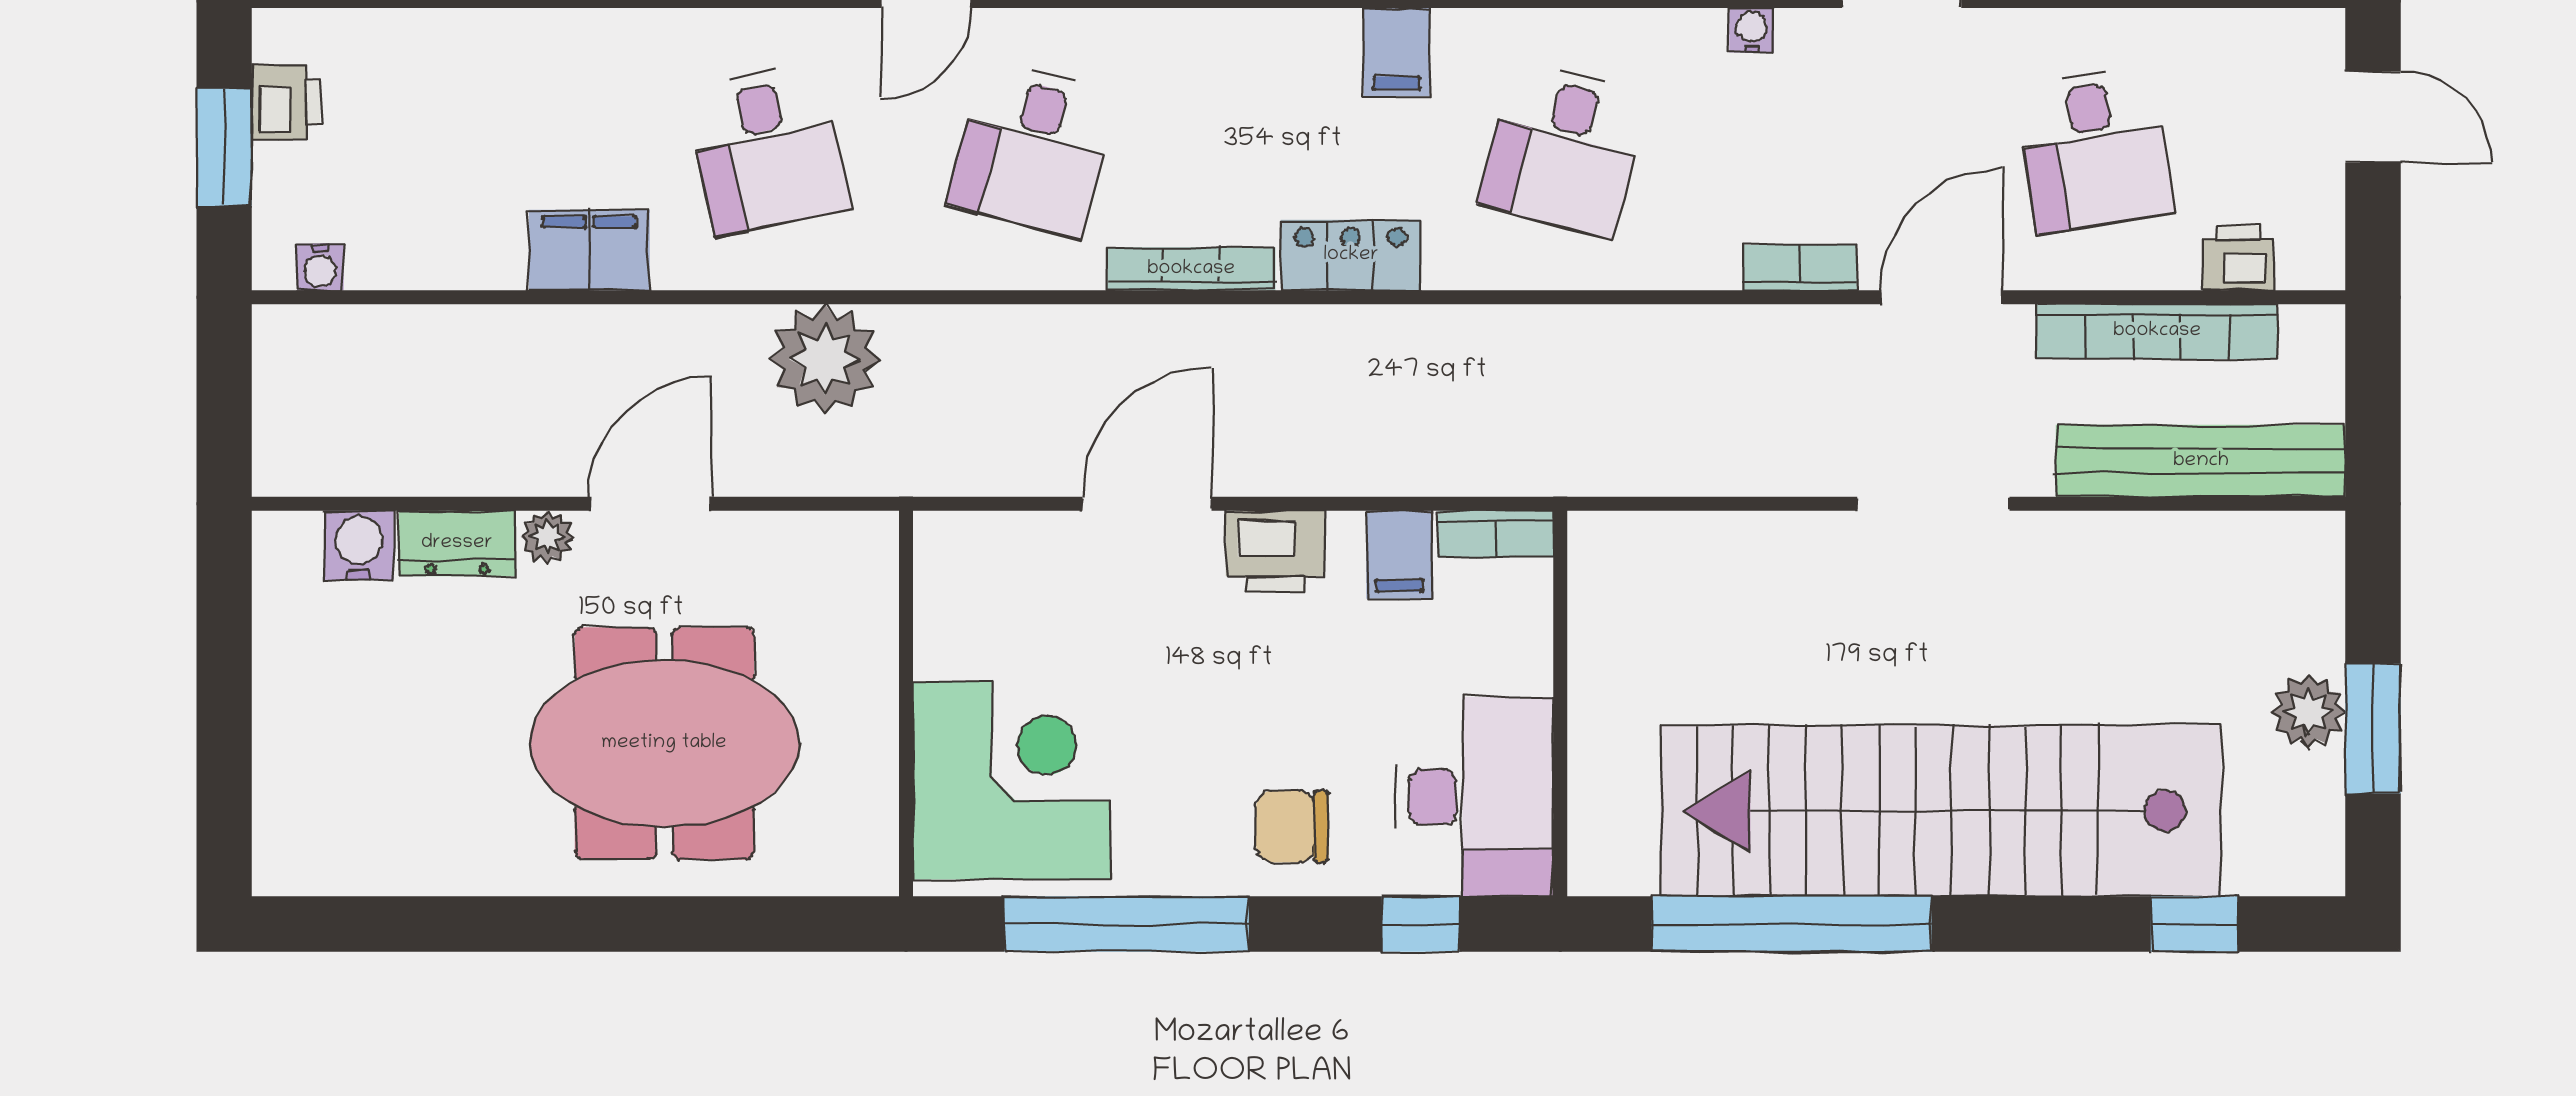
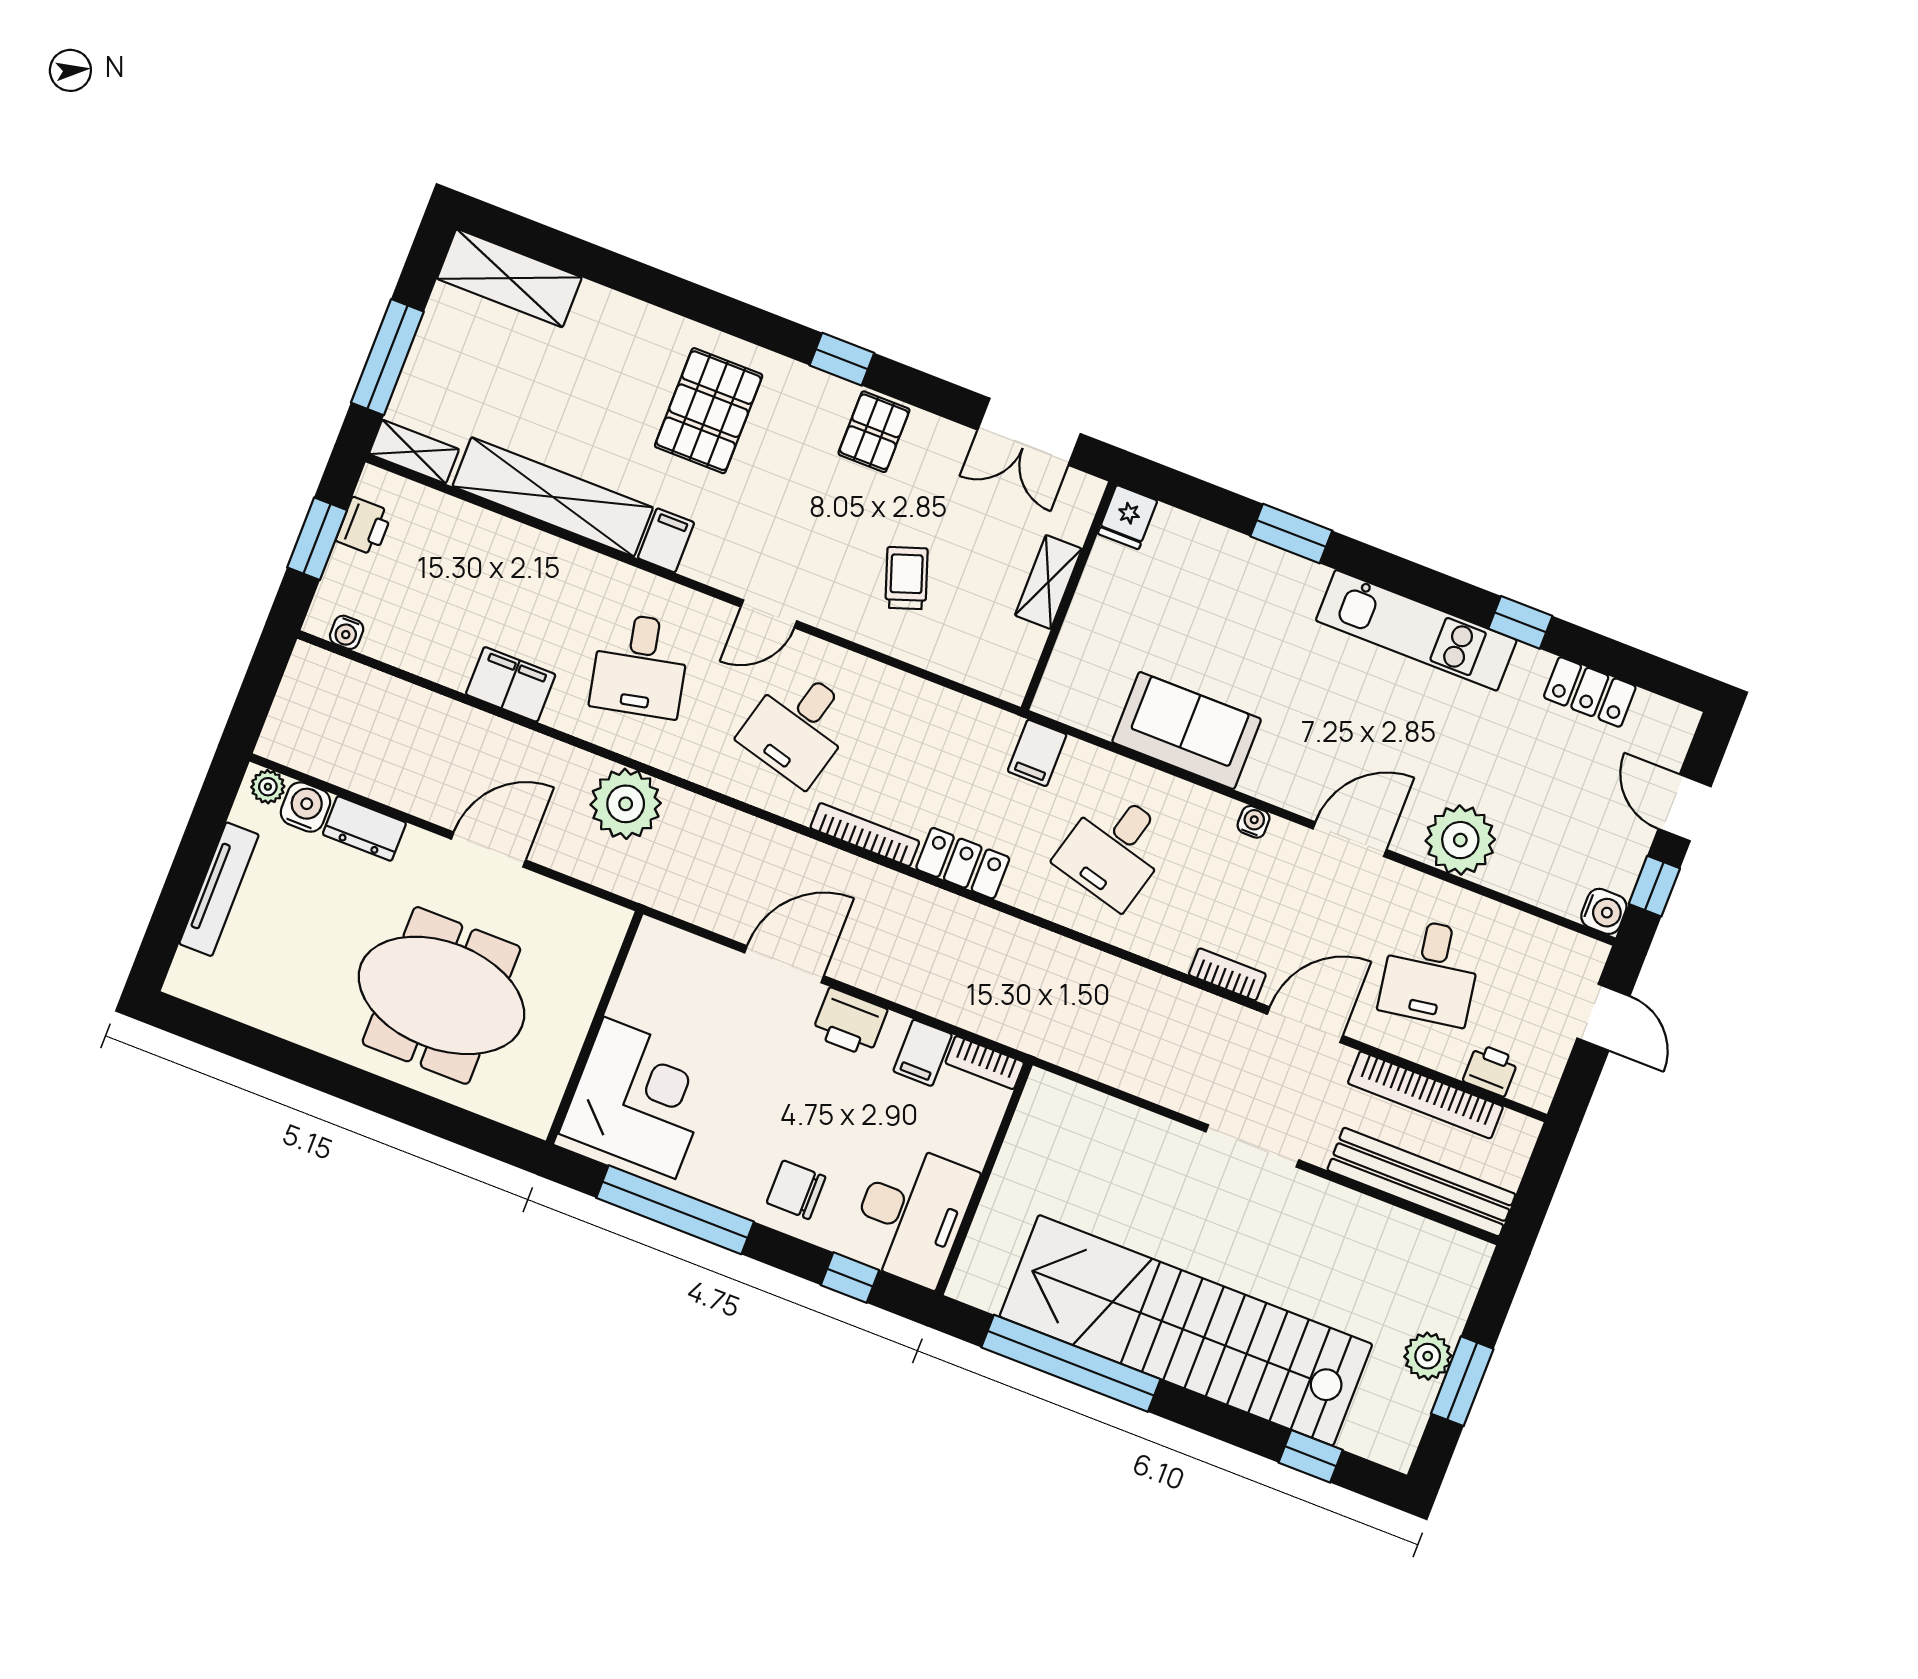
plant: (547, 537) -> (268, 787), moved
tv unit: (279, 714) -> (219, 889), added

